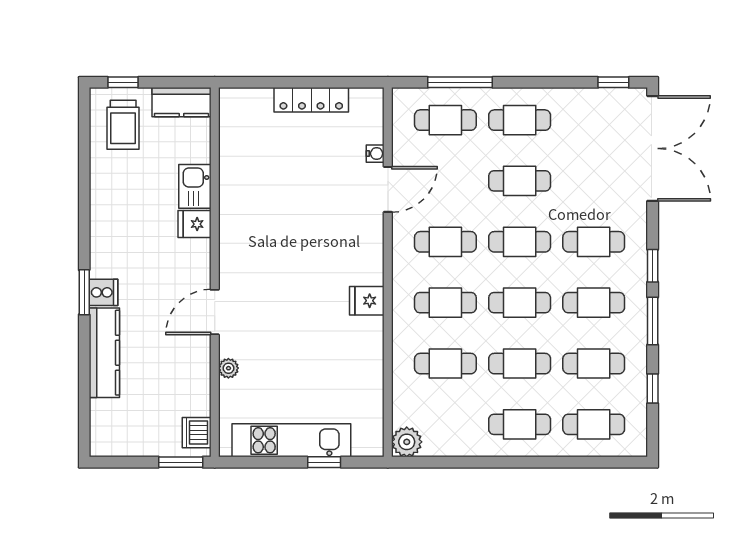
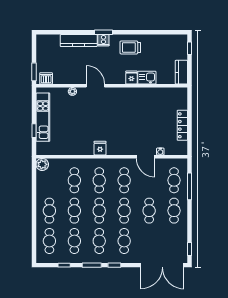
trolley: (123, 125) -> (130, 47), moved

